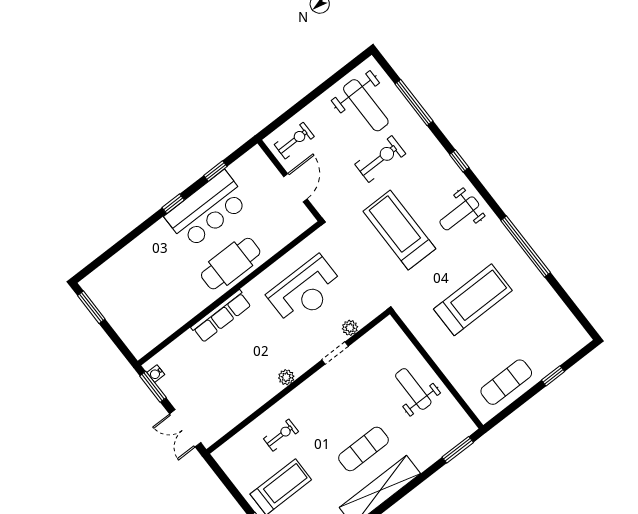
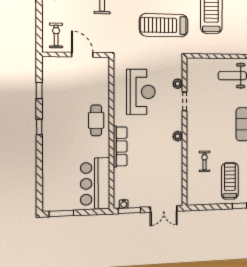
bar counter: (207, 210) -> (95, 184), moved, turned 180
treadmill: (399, 230) -> (164, 25), moved
cafe table: (231, 264) -> (96, 120), width x0.73, depth x0.74

